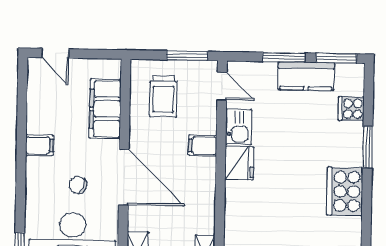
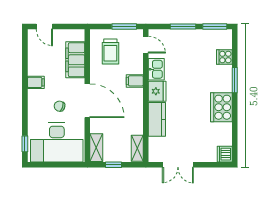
kitchen counter: (306, 76) -> (157, 119), moved, turned -90

